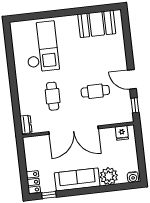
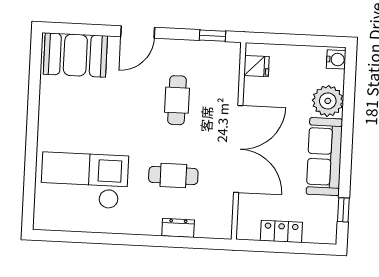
booth: (97, 24) -> (75, 55), moved, turned 90
door: (132, 79) -> (138, 32), moved
dresser: (26, 124) -> (178, 228), moved
locker: (33, 182) -> (281, 231), moved

